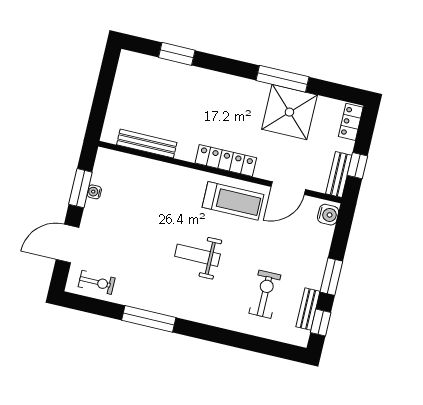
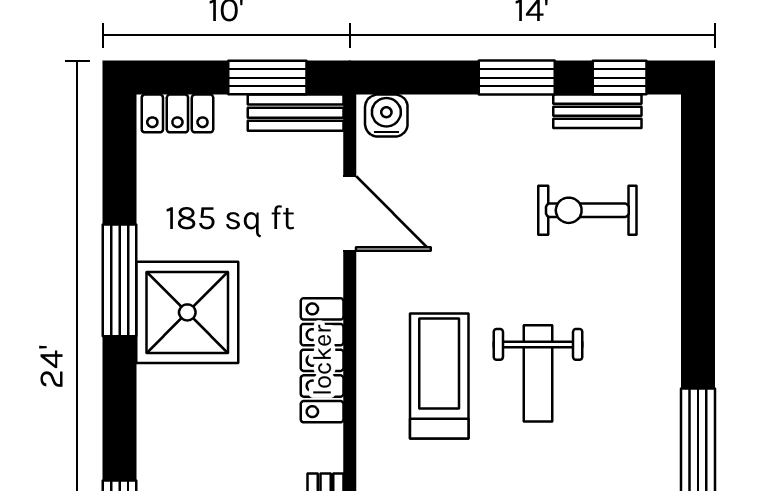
shower: (289, 112) -> (187, 312), moved
window: (357, 166) -> (267, 78), width x1.50
treadmill: (233, 201) -> (439, 376), moved

